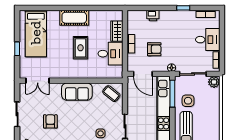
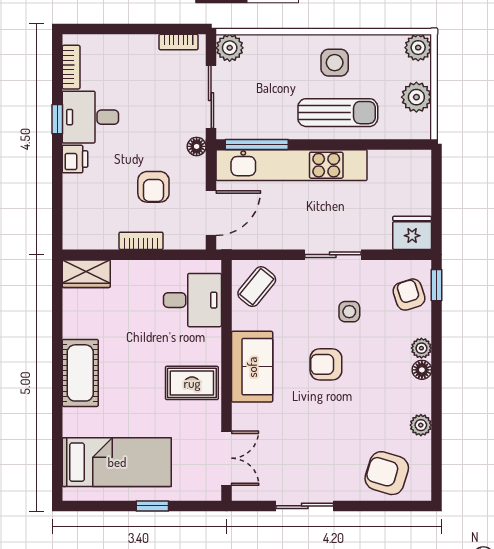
printer: (153, 15) -> (75, 159), moved
wardrobe: (117, 31) -> (86, 274), moved
desk: (208, 40) -> (90, 117), moved, turned -90
rug: (80, 48) -> (192, 383), moved
armchair: (154, 49) -> (153, 187), turned 180
desk: (110, 54) -> (192, 300), moved, turned 90
side table: (188, 101) -> (335, 63), moved
armchair: (50, 121) -> (326, 364), moved

